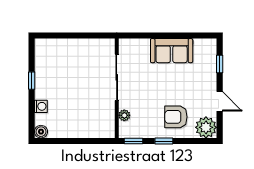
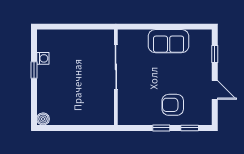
washing machine: (41, 106) -> (43, 58), moved
plant: (124, 115) -> (123, 103), removed
plant: (206, 127) -> (202, 115), removed
window: (134, 141) -> (190, 128), moved

